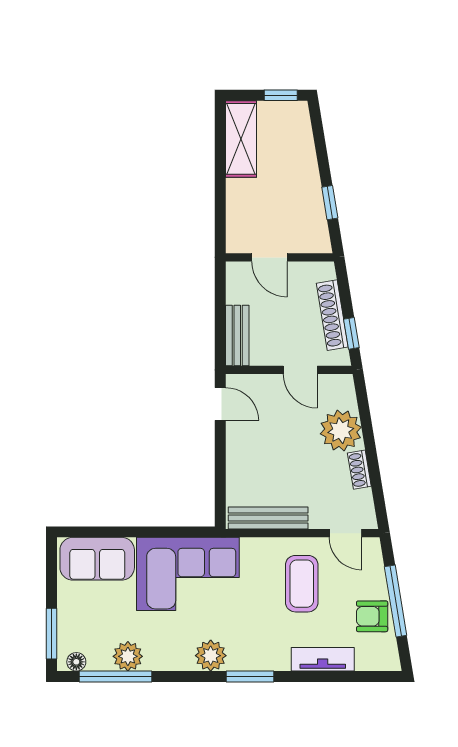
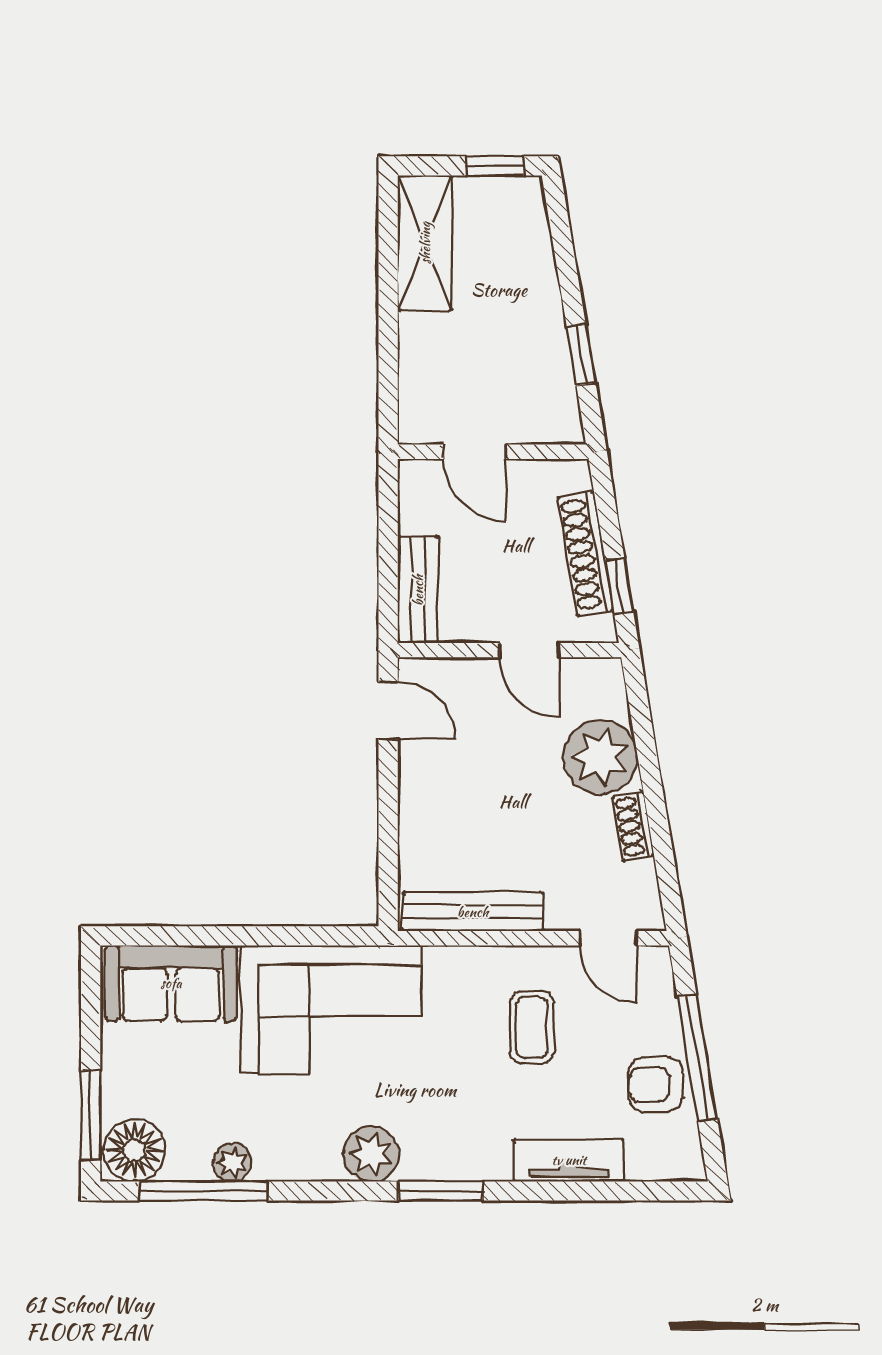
coffee table: (302, 584) -> (532, 1027), width x0.73, depth x0.77
plant: (128, 656) -> (232, 1162), width x0.73, depth x0.73
floor lamp: (76, 662) -> (134, 1150), width x1.89, depth x1.89

